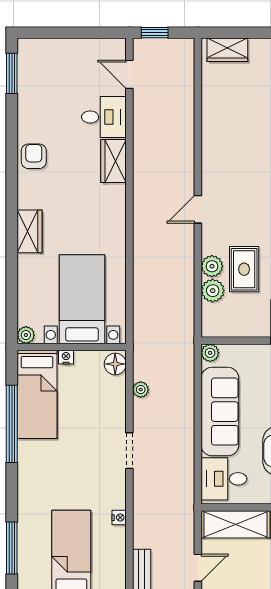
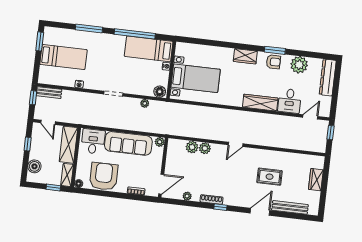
dresser: (51, 50) -> (328, 78), added
wardrobe: (227, 50) -> (316, 180), moved
window: (12, 73) -> (275, 50), moved
wardrobe: (114, 161) -> (260, 103), width x1.50
door: (198, 209) -> (236, 144), swing flipped
wardrobe: (30, 231) -> (245, 56), moved
rug: (244, 269) -> (270, 177), moved
plant: (26, 335) -> (299, 65), moved, width x1.88, depth x1.88
window: (12, 548) -> (89, 28), moved

